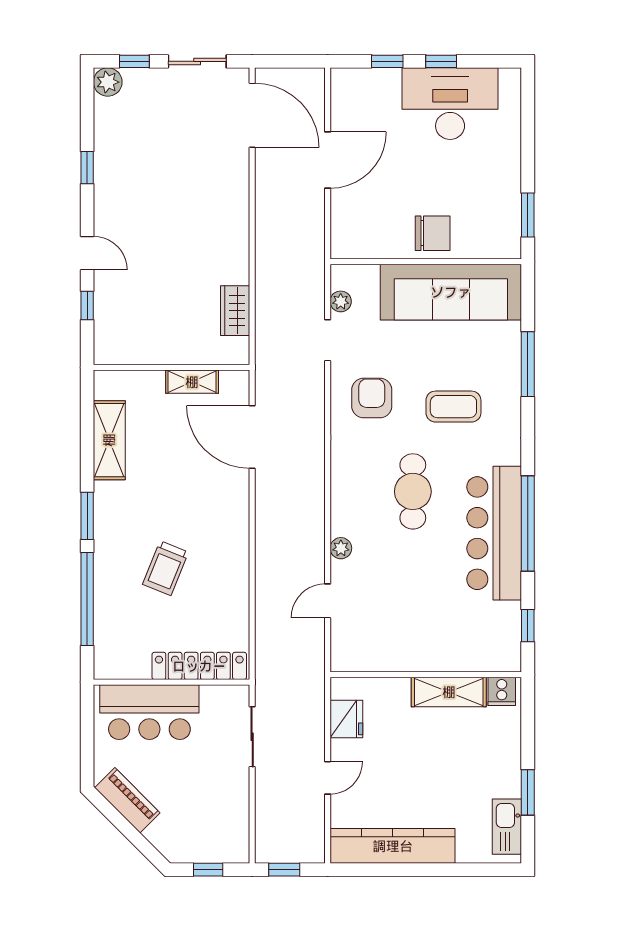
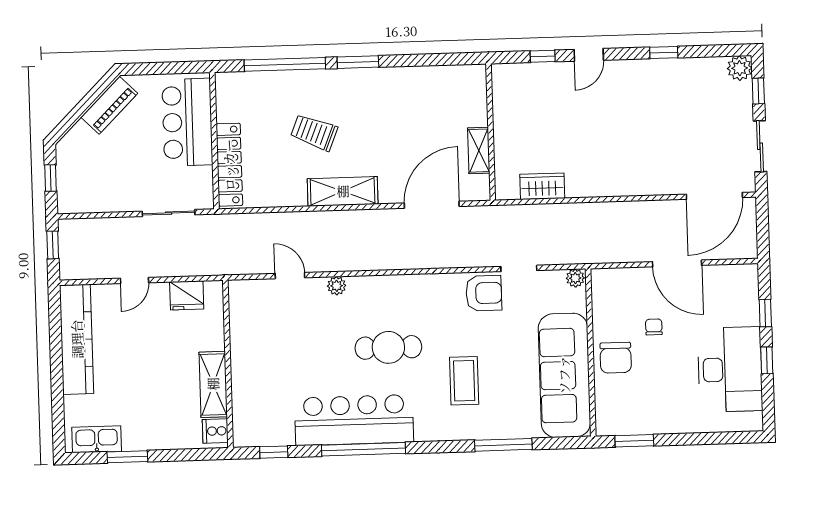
chair: (399, 189) -> (654, 327), added
plant: (341, 301) -> (575, 278), moved
armchair: (372, 398) -> (484, 293), moved
shelving: (109, 440) -> (343, 191), moved
door: (328, 778) -> (134, 280), hinge flipped

